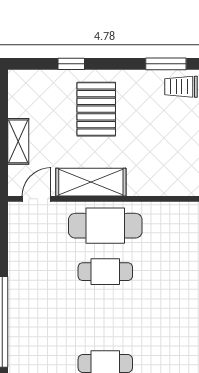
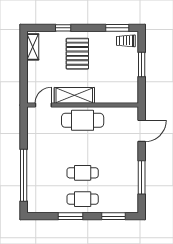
shelving: (18, 141) -> (33, 47), moved
cafe table: (105, 272) -> (83, 173), moved

